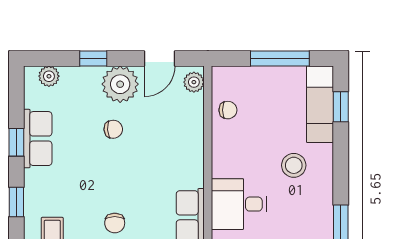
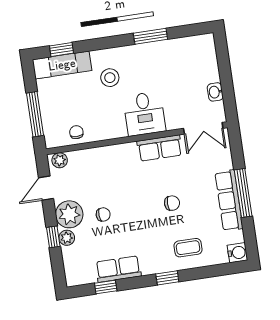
door: (160, 59) -> (46, 188), swing flipped
window: (280, 59) -> (35, 114), moved
plant: (49, 76) -> (67, 238), moved
chair: (113, 129) -> (103, 214), turned 91
window: (16, 142) -> (106, 287), moved

